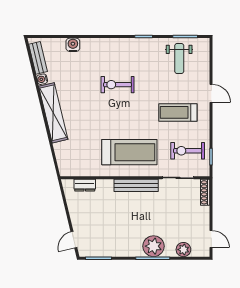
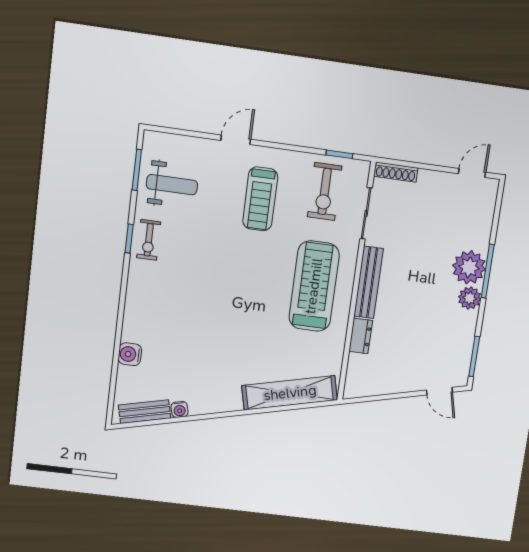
exercise bike: (117, 85) -> (149, 240), moved, width x0.73, depth x0.72
shelving: (53, 113) -> (290, 393), moved
dresser: (85, 185) -> (361, 336), moved
plant: (183, 250) -> (470, 298), moved

